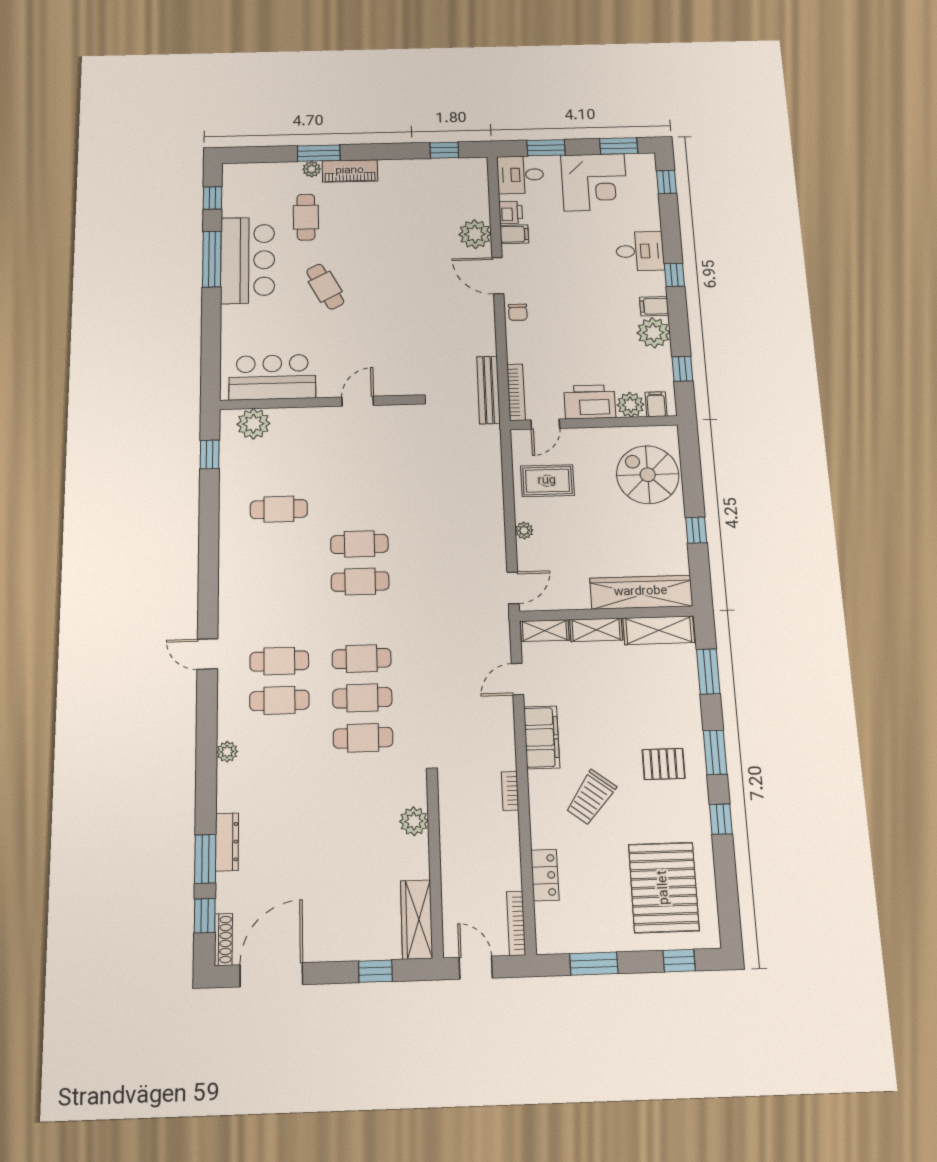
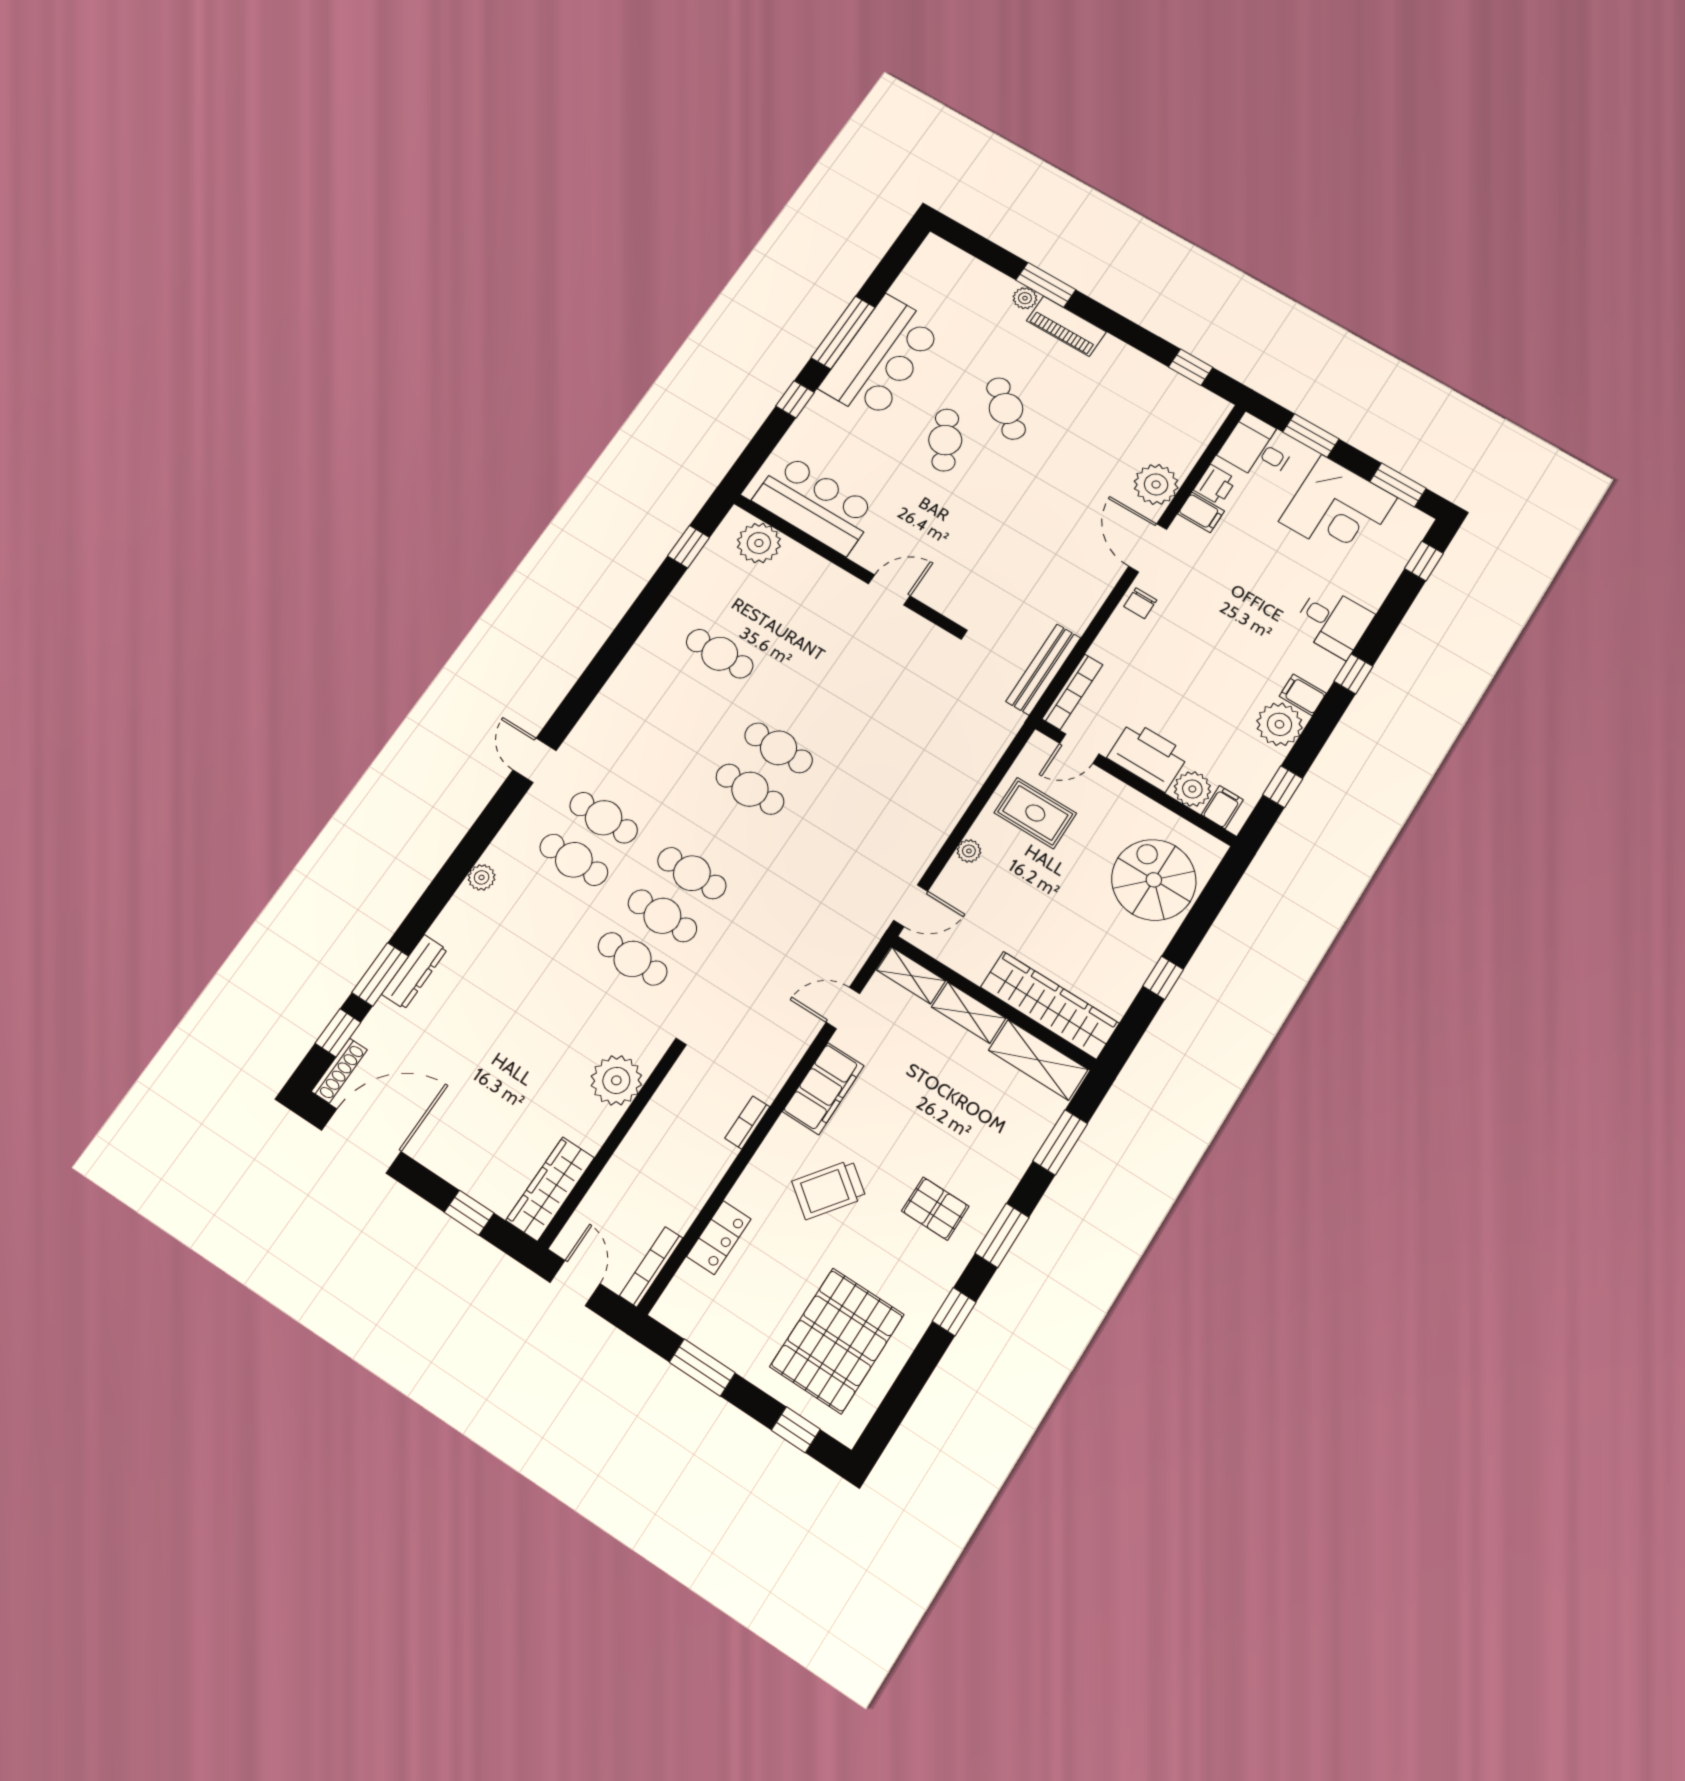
window: (212, 198) -> (795, 399), moved
cafe table: (306, 217) -> (1006, 409), moved, turned -50
plant: (414, 821) -> (616, 1080), width x1.36, depth x1.36

